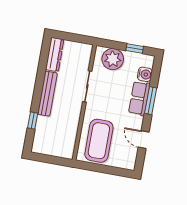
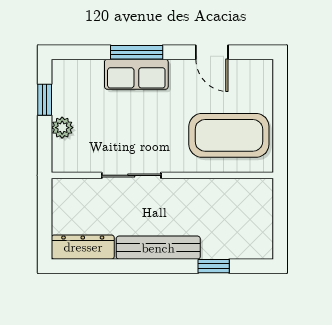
plant: (113, 59) -> (62, 128), width x0.53, depth x0.53
water cooler: (145, 74) -> (89, 72), removed
door: (144, 140) -> (212, 52), hinge flipped

